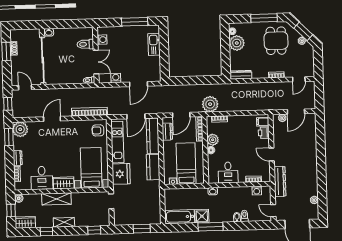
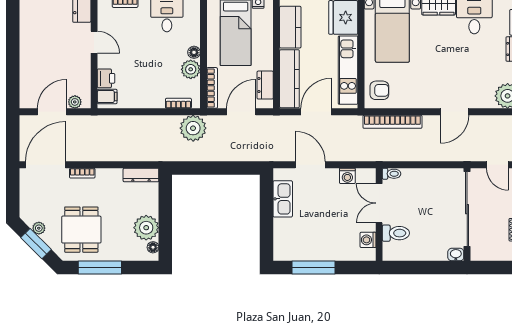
kitchen sink: (154, 44) -> (283, 199), moved
door: (299, 79) -> (46, 165), width x1.88
door: (138, 84) -> (310, 165), hinge flipped

